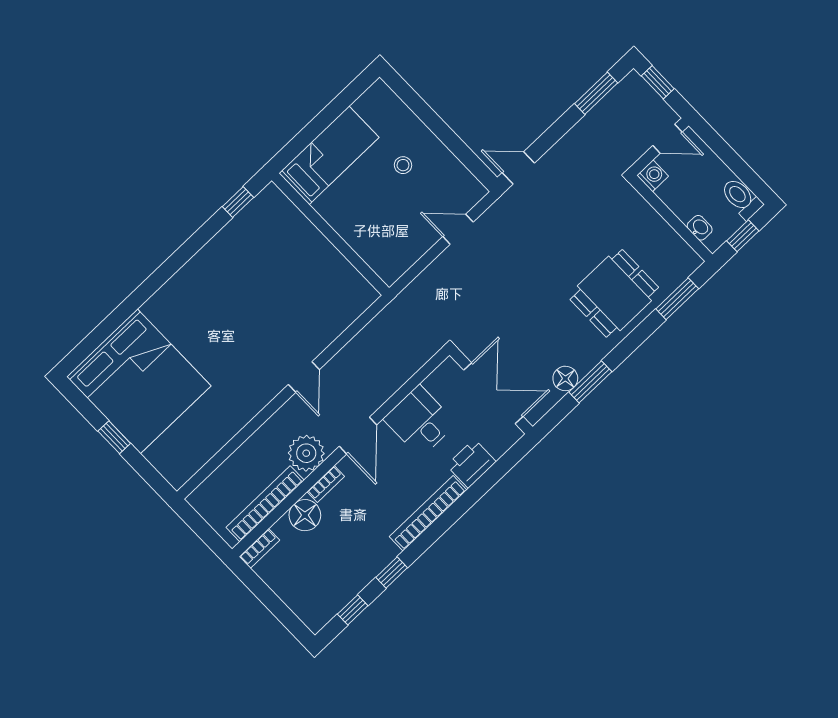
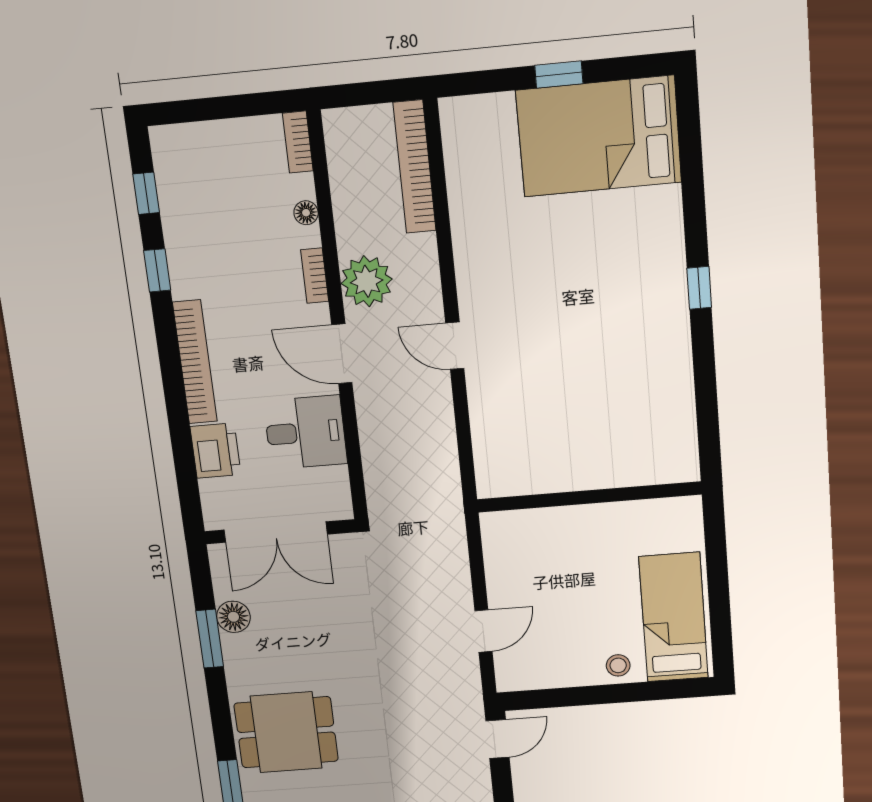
bed: (329, 155) -> (673, 617), moved, turned 180
stool: (403, 165) -> (618, 665), moved
window: (238, 202) -> (699, 288), moved
dining table: (614, 293) -> (286, 732), turned 90
bed: (139, 381) -> (599, 136), width x0.73
bookcase: (265, 504) -> (415, 167), moved, turned 180
floor lamp: (305, 515) -> (306, 213), width x0.53, depth x0.53

